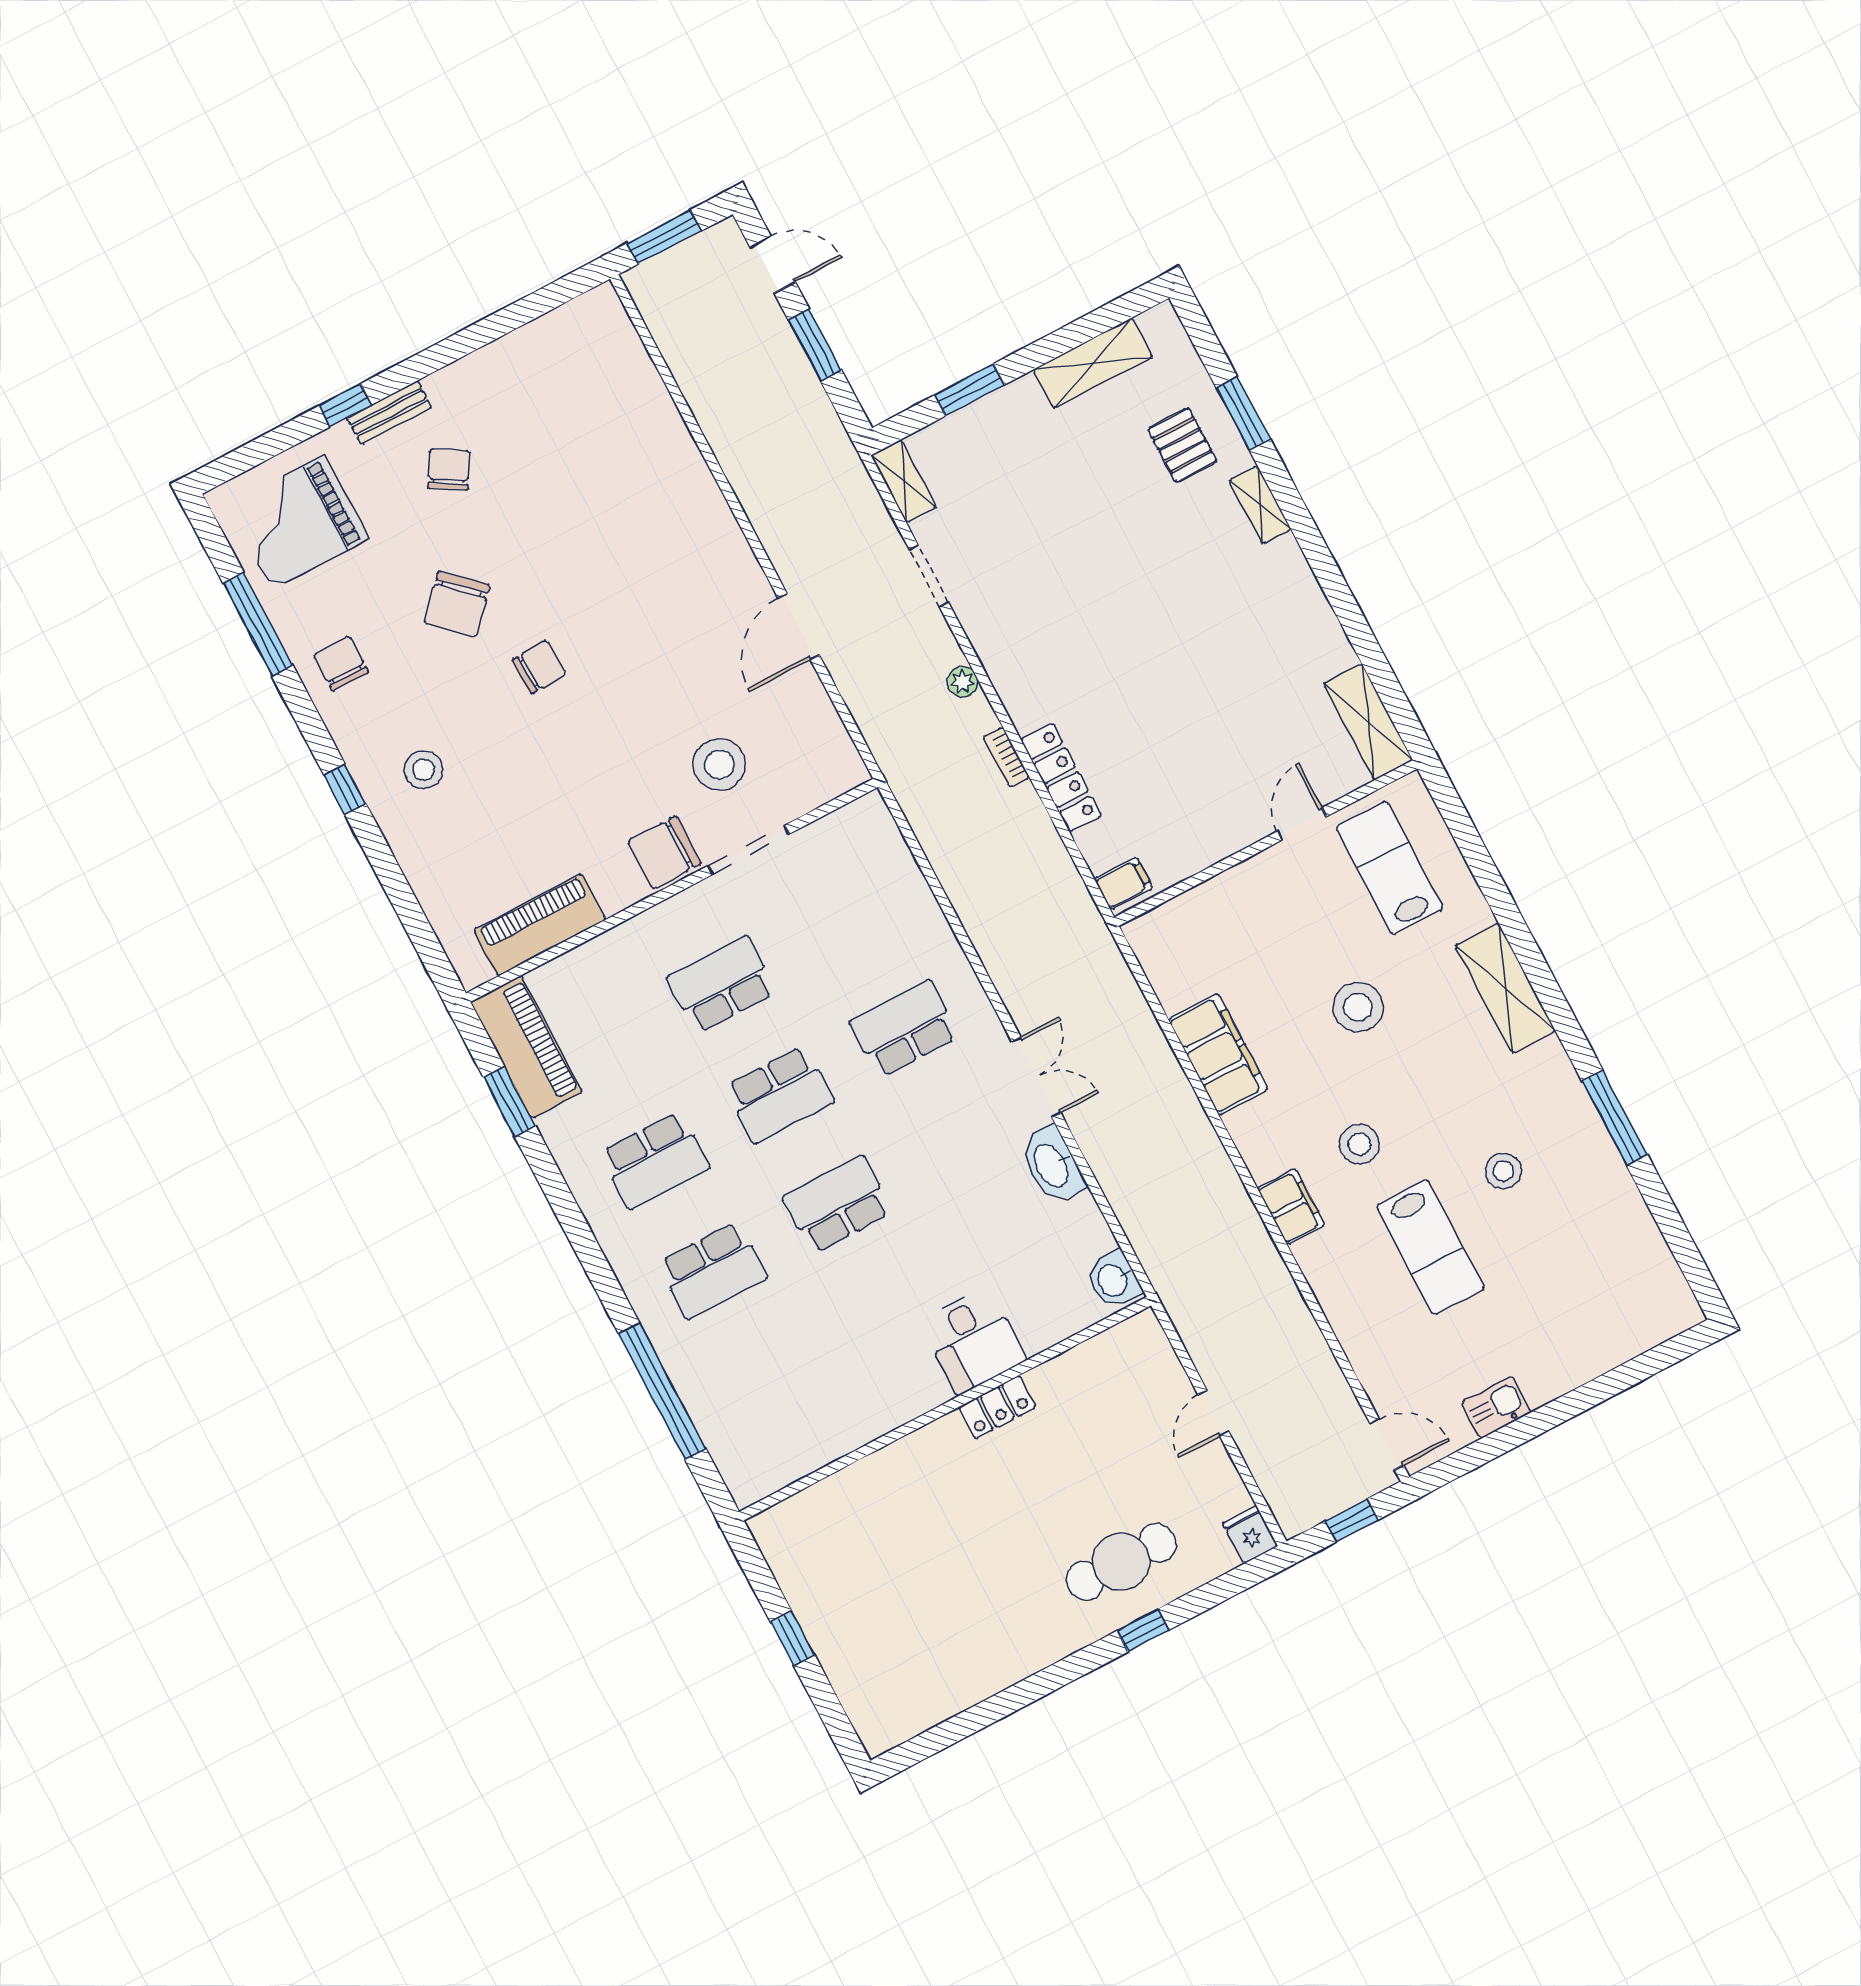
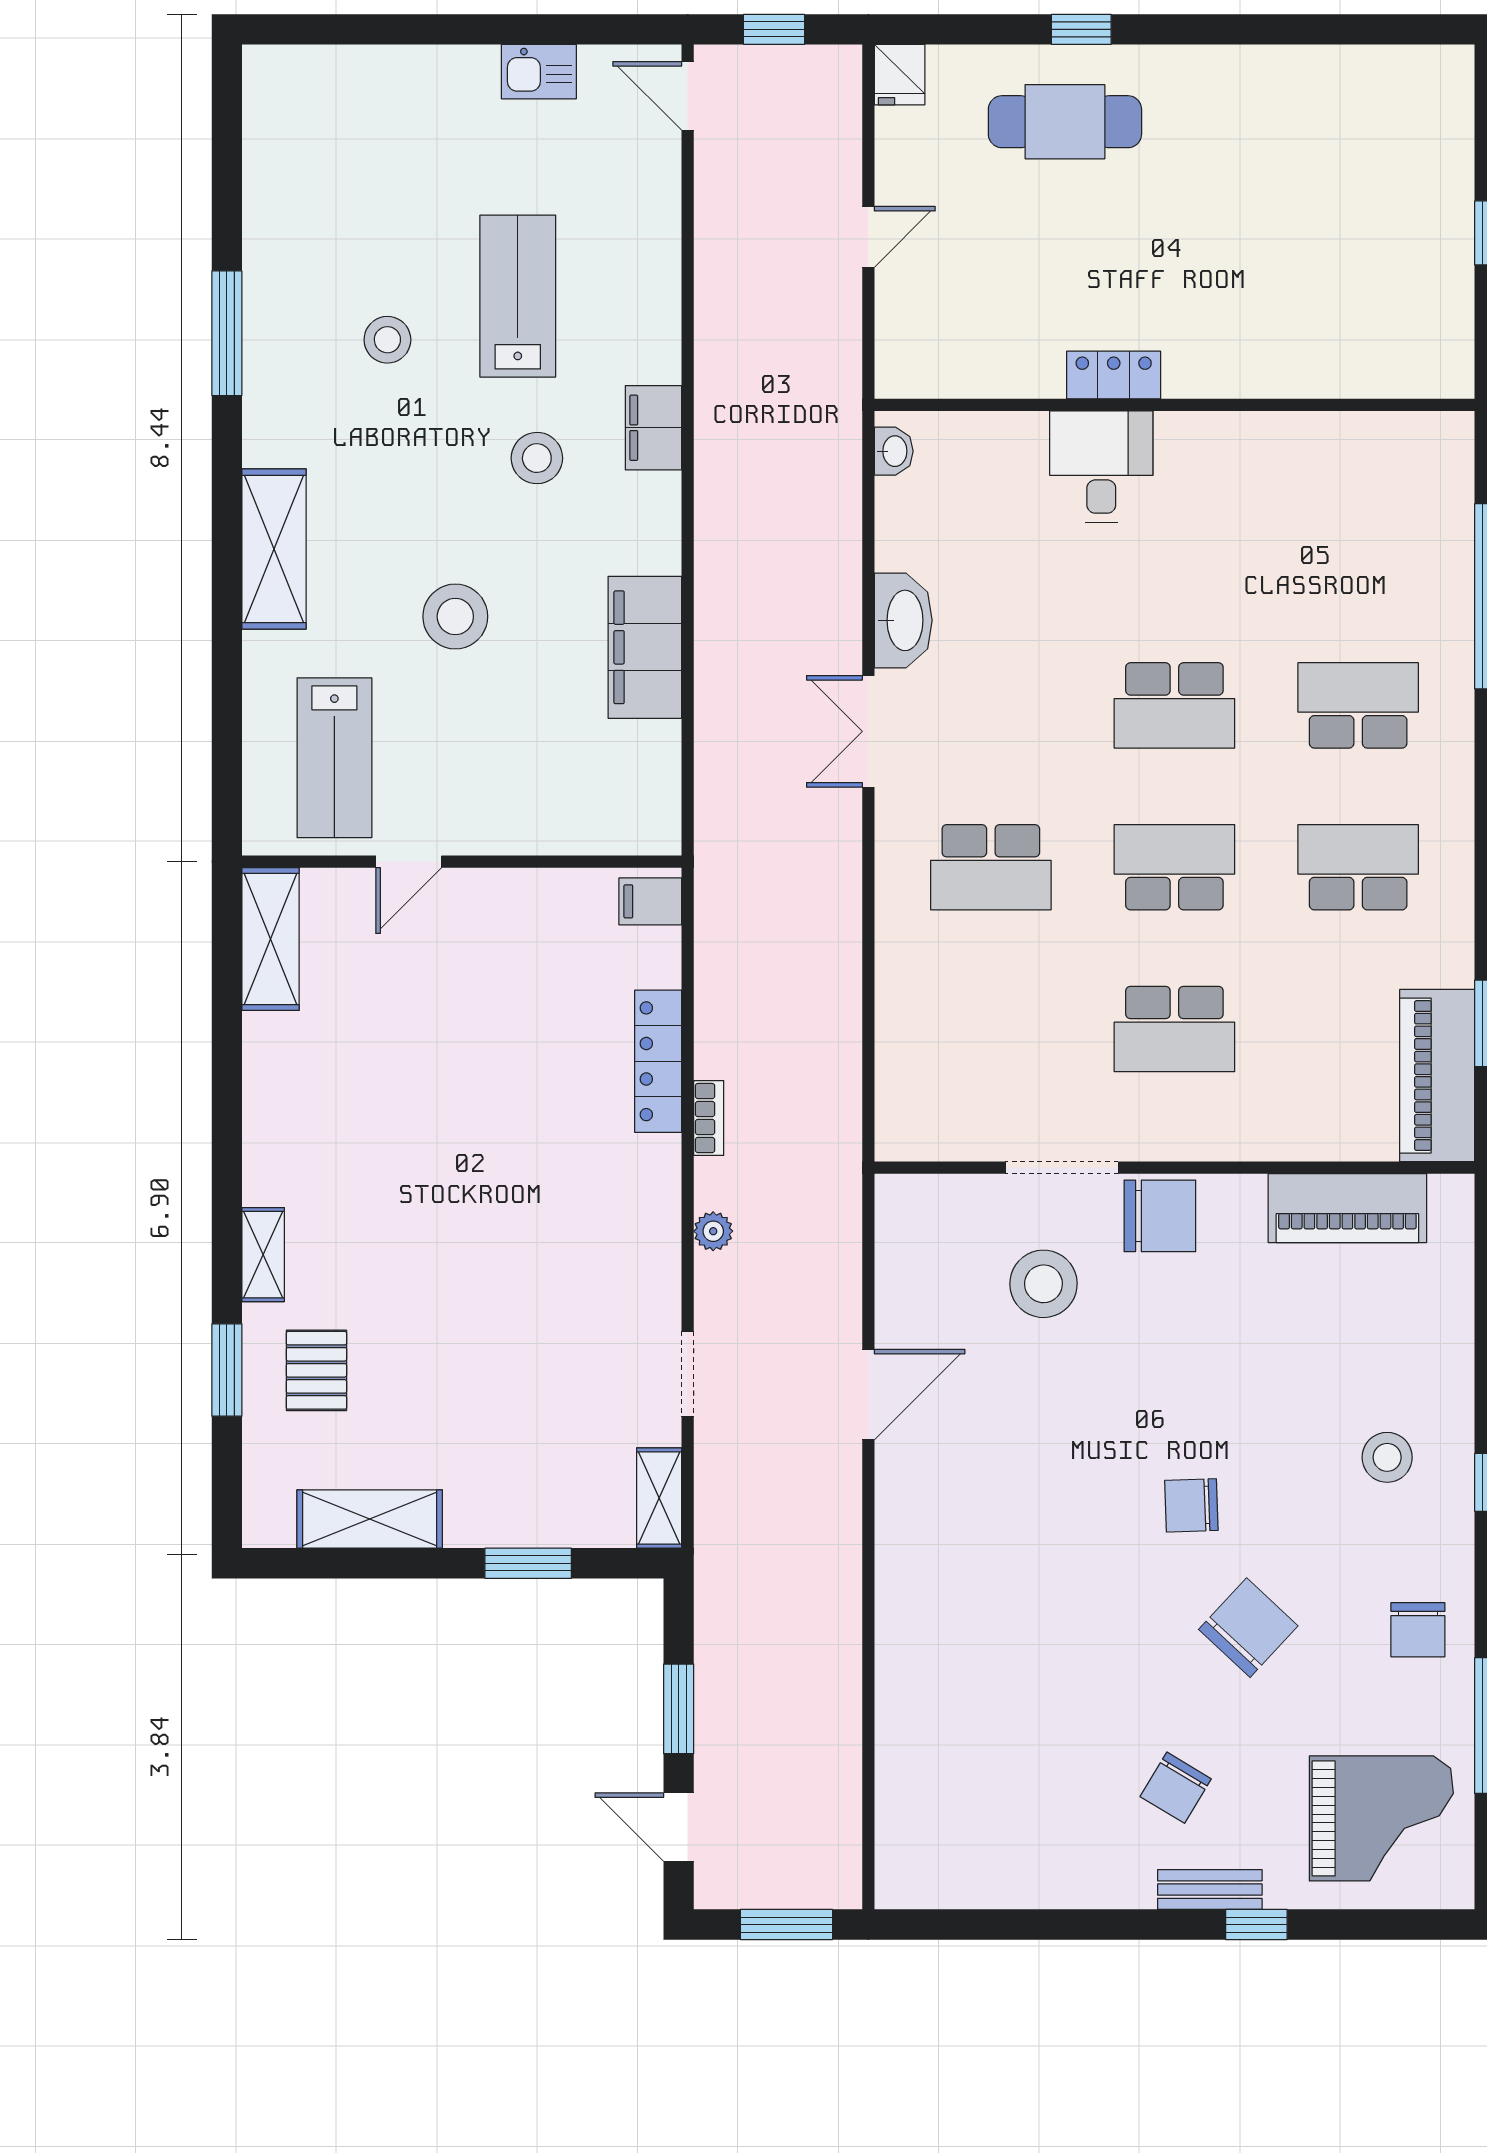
washbasin: (1113, 1280) -> (894, 451), width x0.72, depth x0.69

